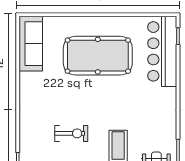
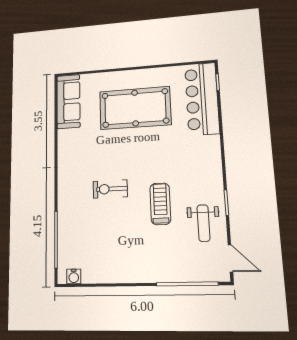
exercise bike: (71, 133) -> (110, 189), turned 180

